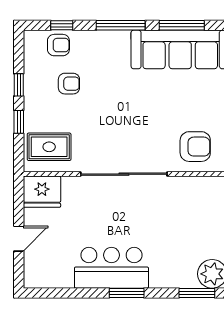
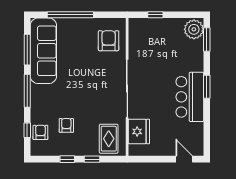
fridge: (42, 192) -> (139, 131), moved
door: (19, 239) -> (184, 159), moved

